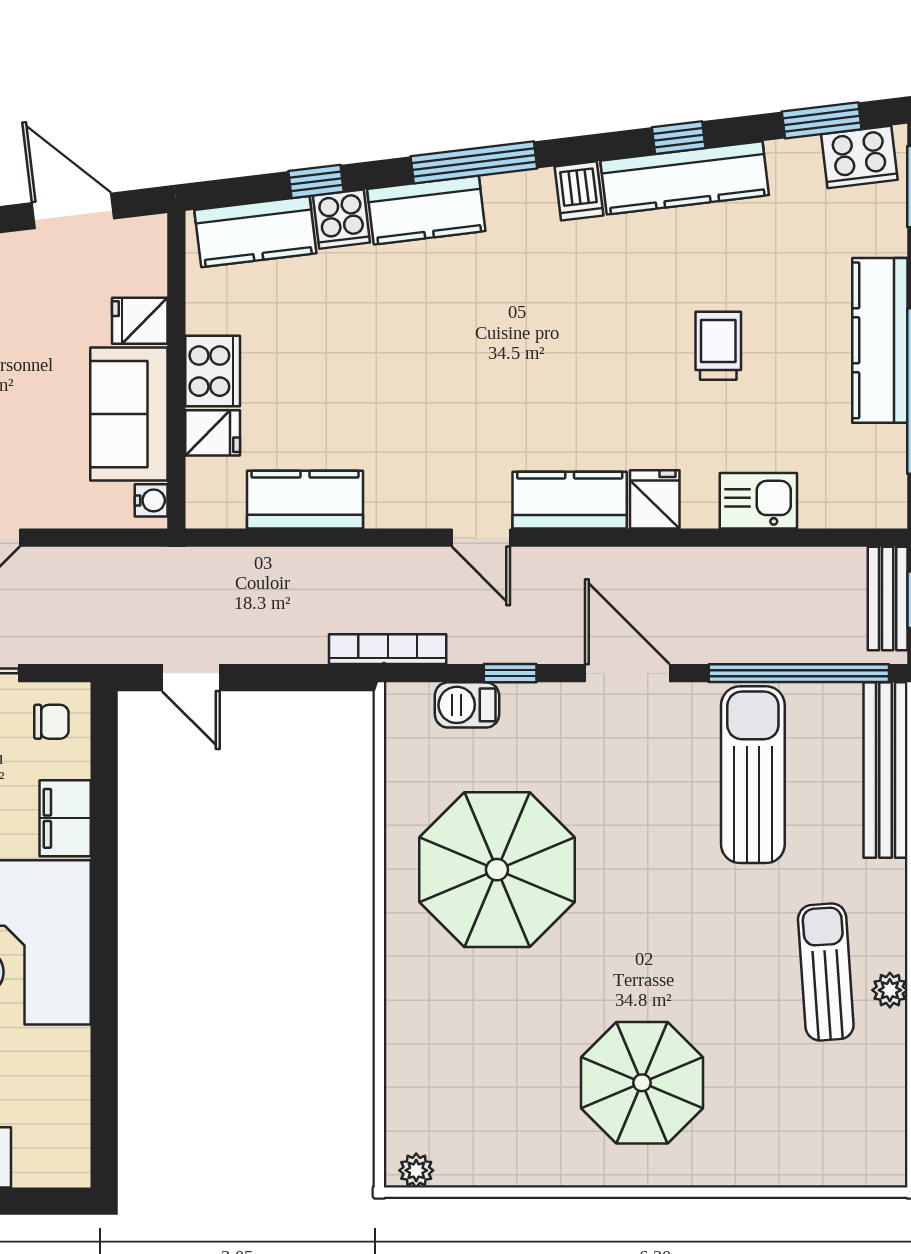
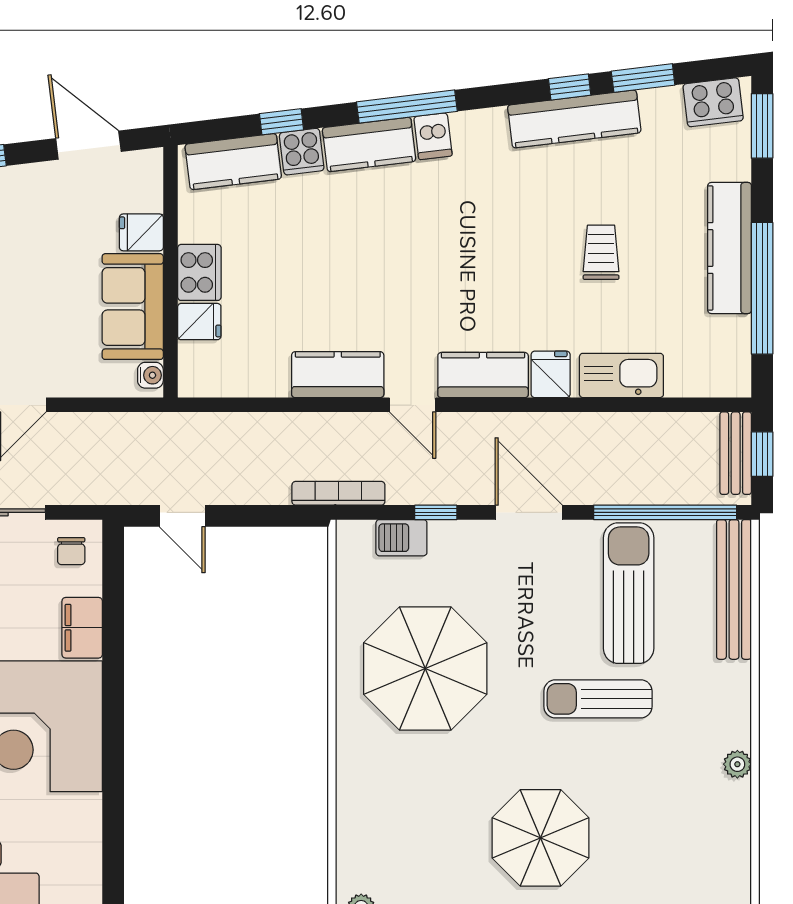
window: (822, 120) -> (643, 78), moved
dishwasher: (579, 191) -> (433, 136), moved
kitchen counter: (305, 500) -> (338, 375), moved
kitchen sink: (758, 501) -> (621, 375), width x1.38
chair: (51, 722) -> (71, 551), turned 90
sun lounger: (826, 972) -> (598, 699), moved, turned -86

